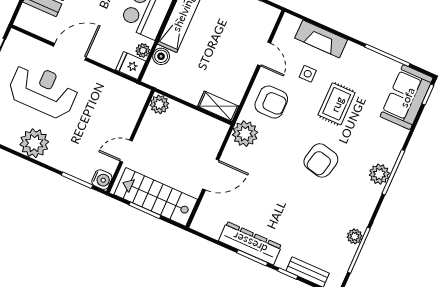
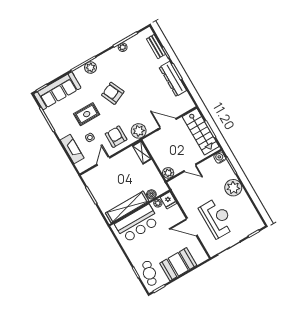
reception desk: (43, 90) -> (217, 218), turned 180
sofa: (407, 97) -> (57, 91), width x1.36
plant: (34, 143) -> (233, 188), moved
door: (126, 151) -> (190, 168), moved
armchair: (321, 160) -> (113, 93), turned -127

